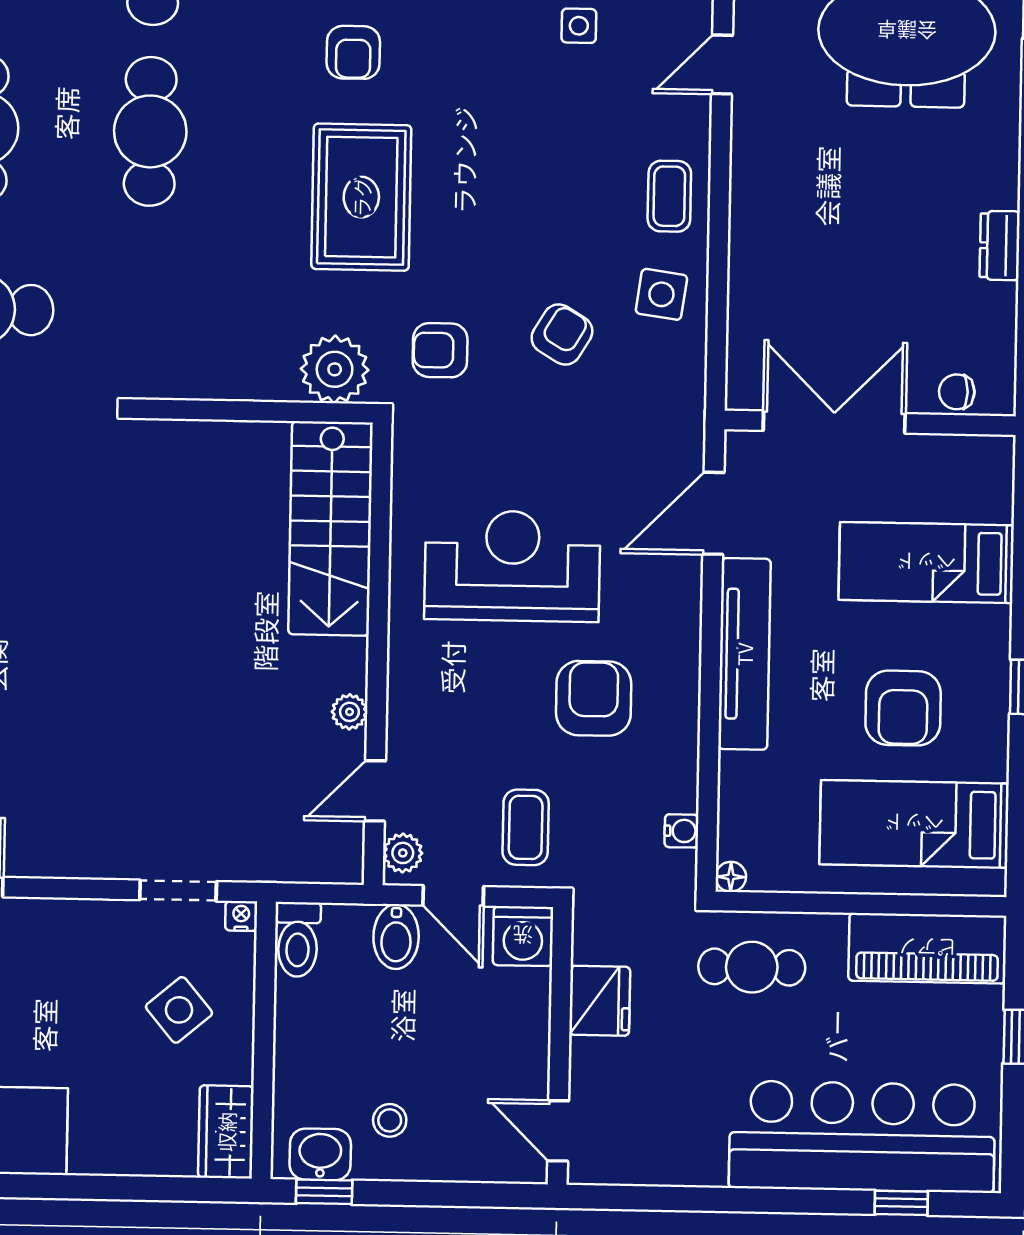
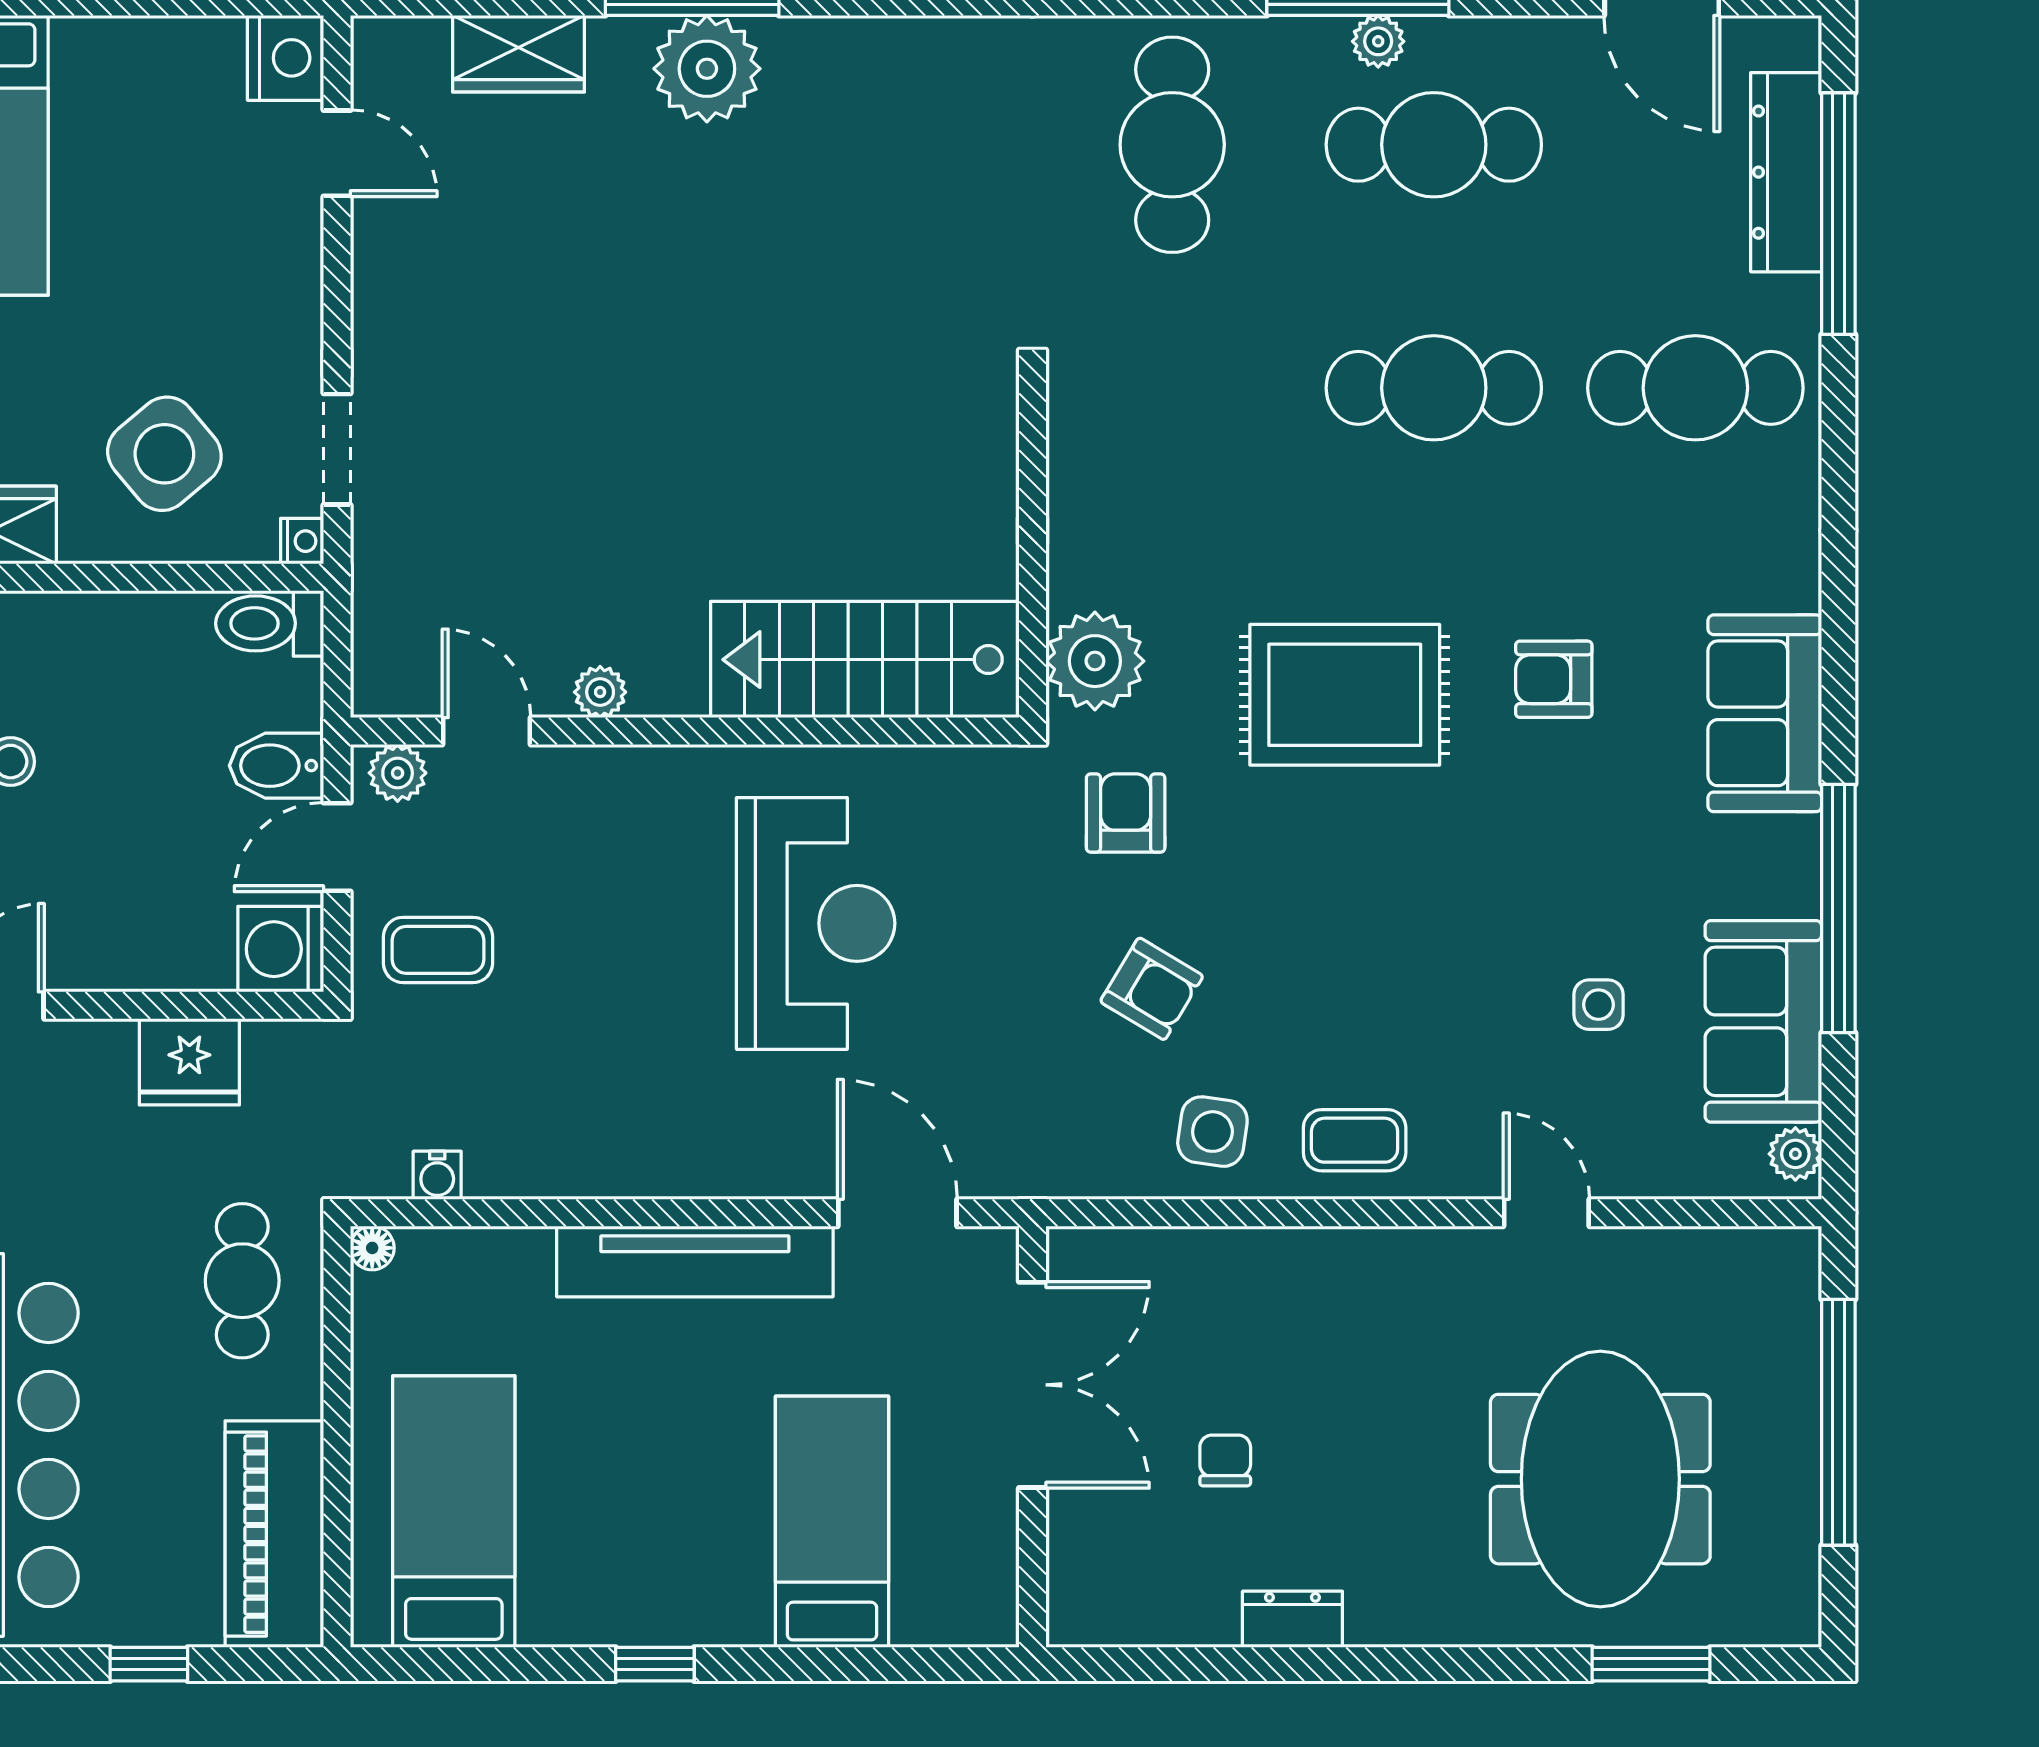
chair: (957, 392) -> (1225, 1460), moved
armchair: (594, 698) -> (626, 1045), removed
armchair: (903, 708) -> (621, 1492), removed
side table: (179, 1010) -> (164, 454), width x1.37, depth x1.37

